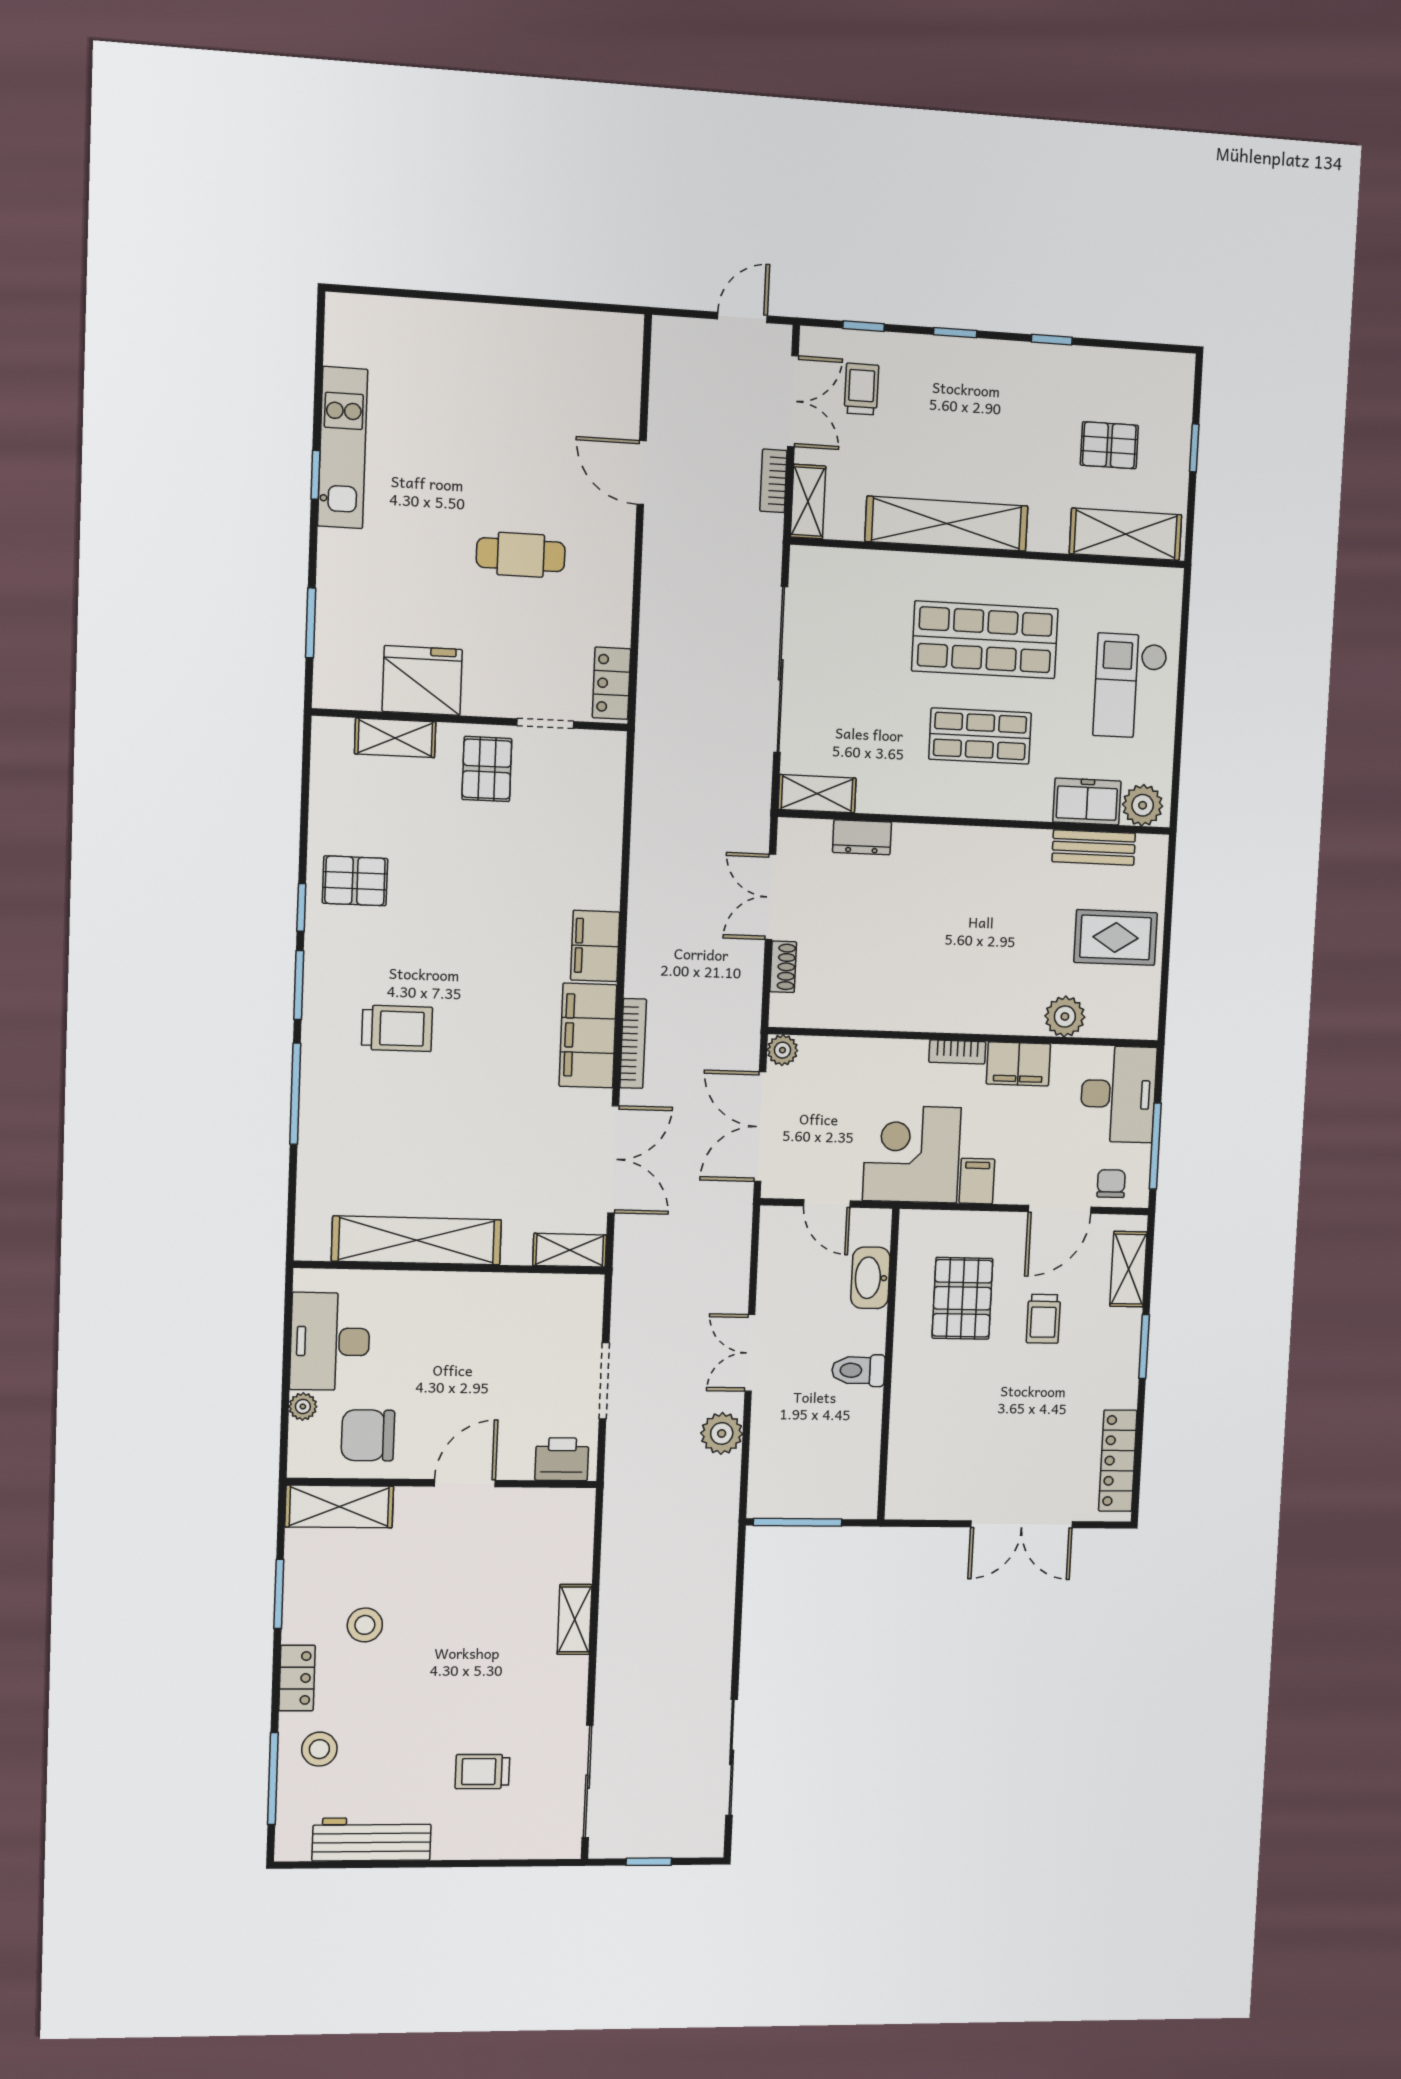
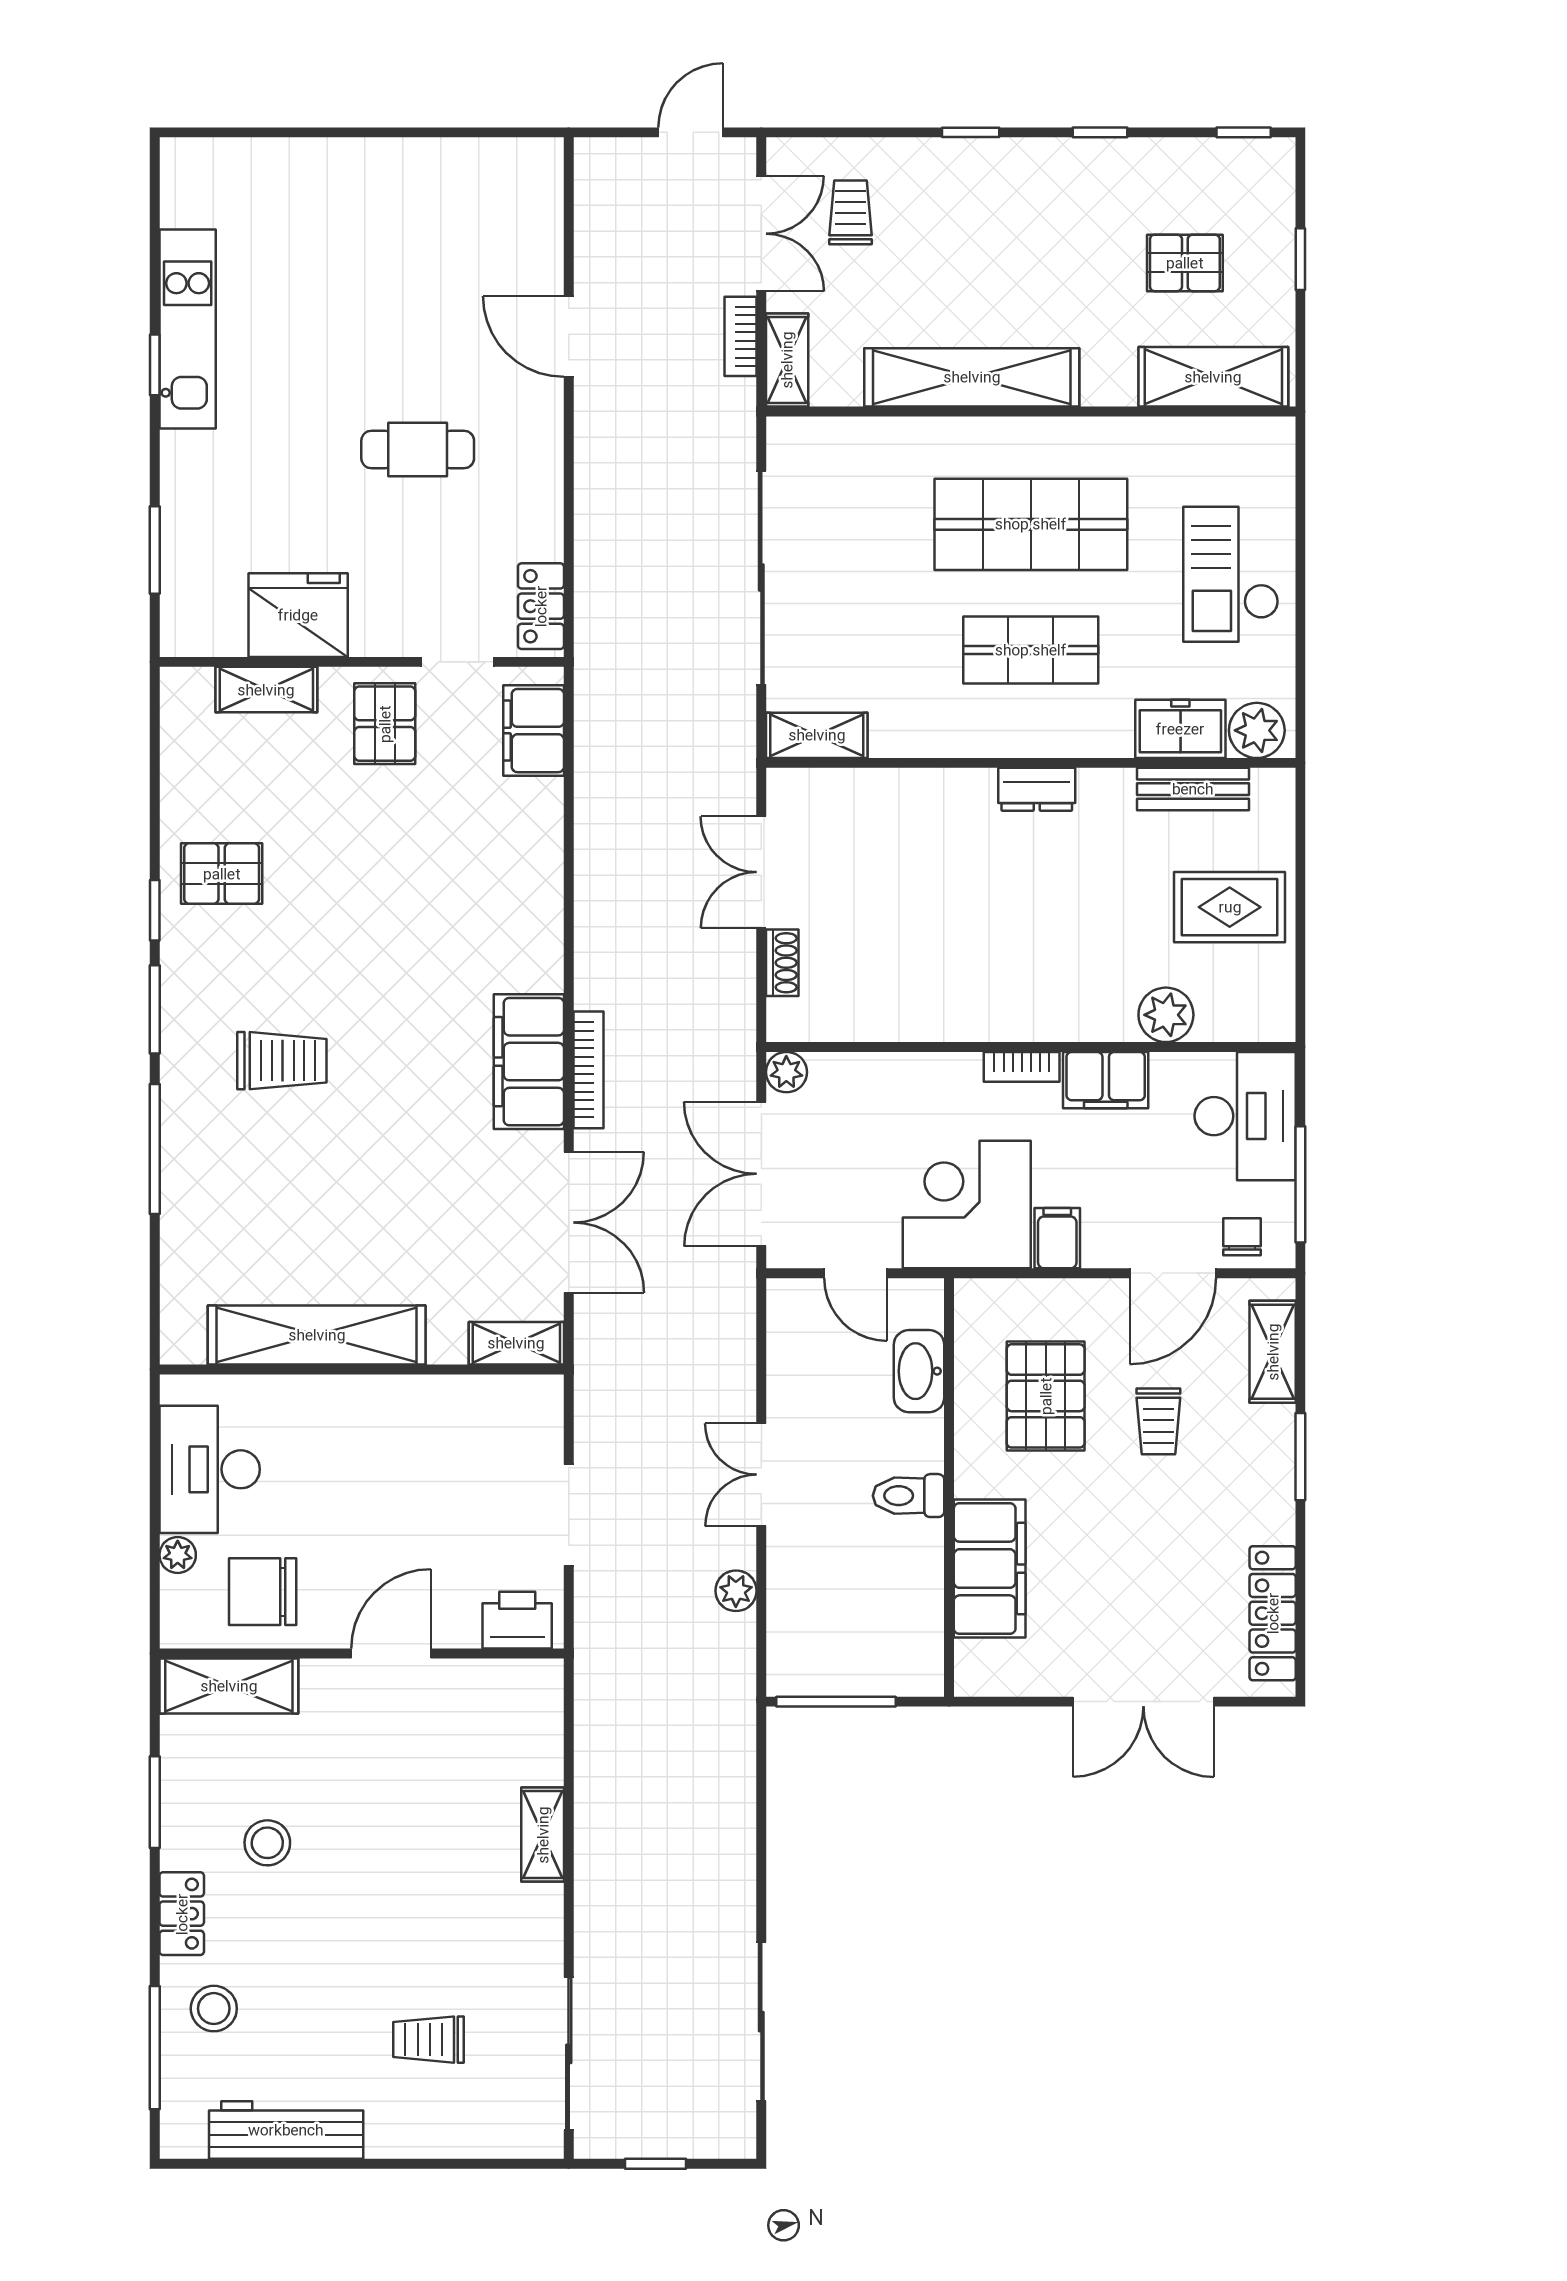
window: (864, 326) -> (1244, 132), moved
dresser: (862, 837) -> (1037, 789), moved
filing cabinet: (595, 946) -> (534, 731), moved
filing cabinet: (915, 1425) -> (990, 1569), added
plant: (722, 1433) -> (736, 1591), width x0.73, depth x0.73

